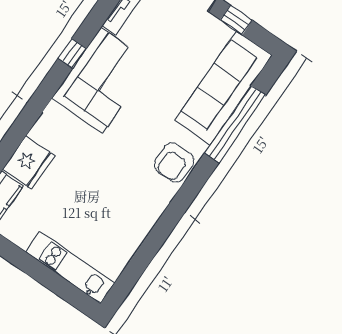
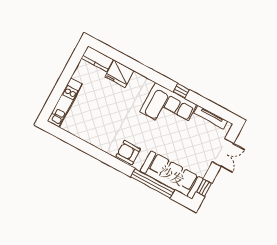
window: (236, 20) -> (204, 188), moved

